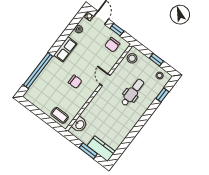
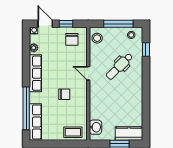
row of seats: (65, 49) -> (35, 73), width x1.48
window: (156, 60) -> (118, 24), width x2.17
row of seats: (37, 86) -> (35, 122), added
dental chair: (133, 92) -> (119, 66), turned -135

